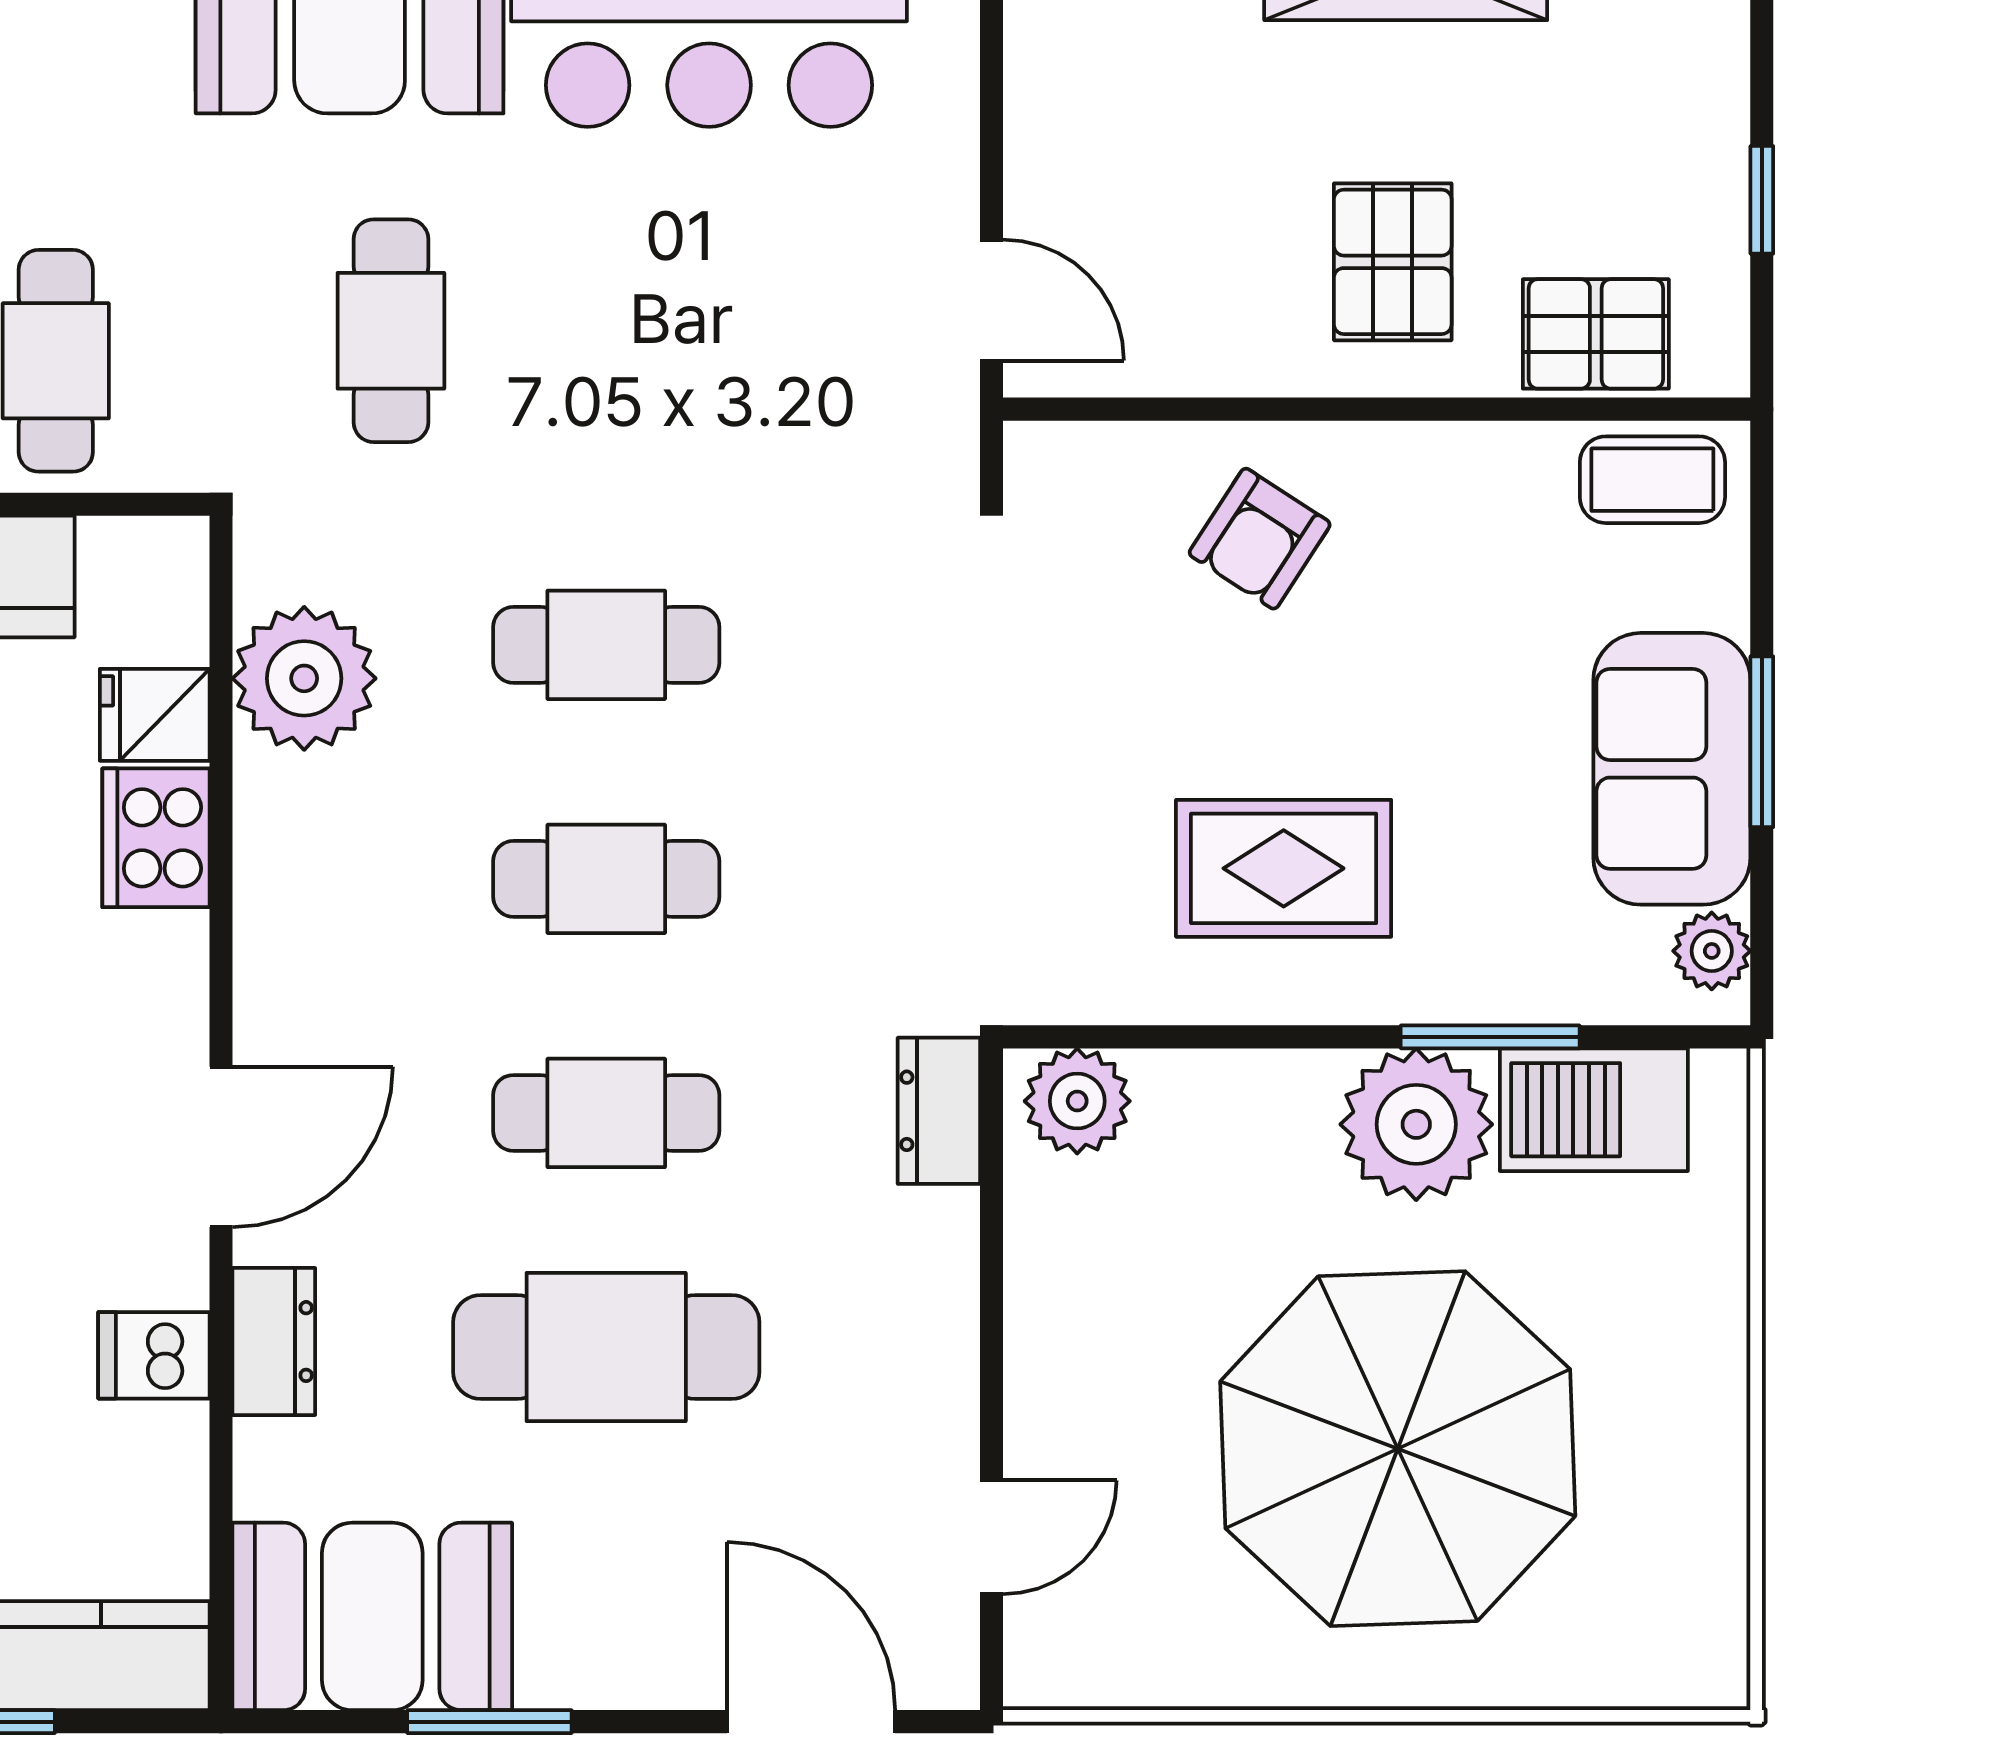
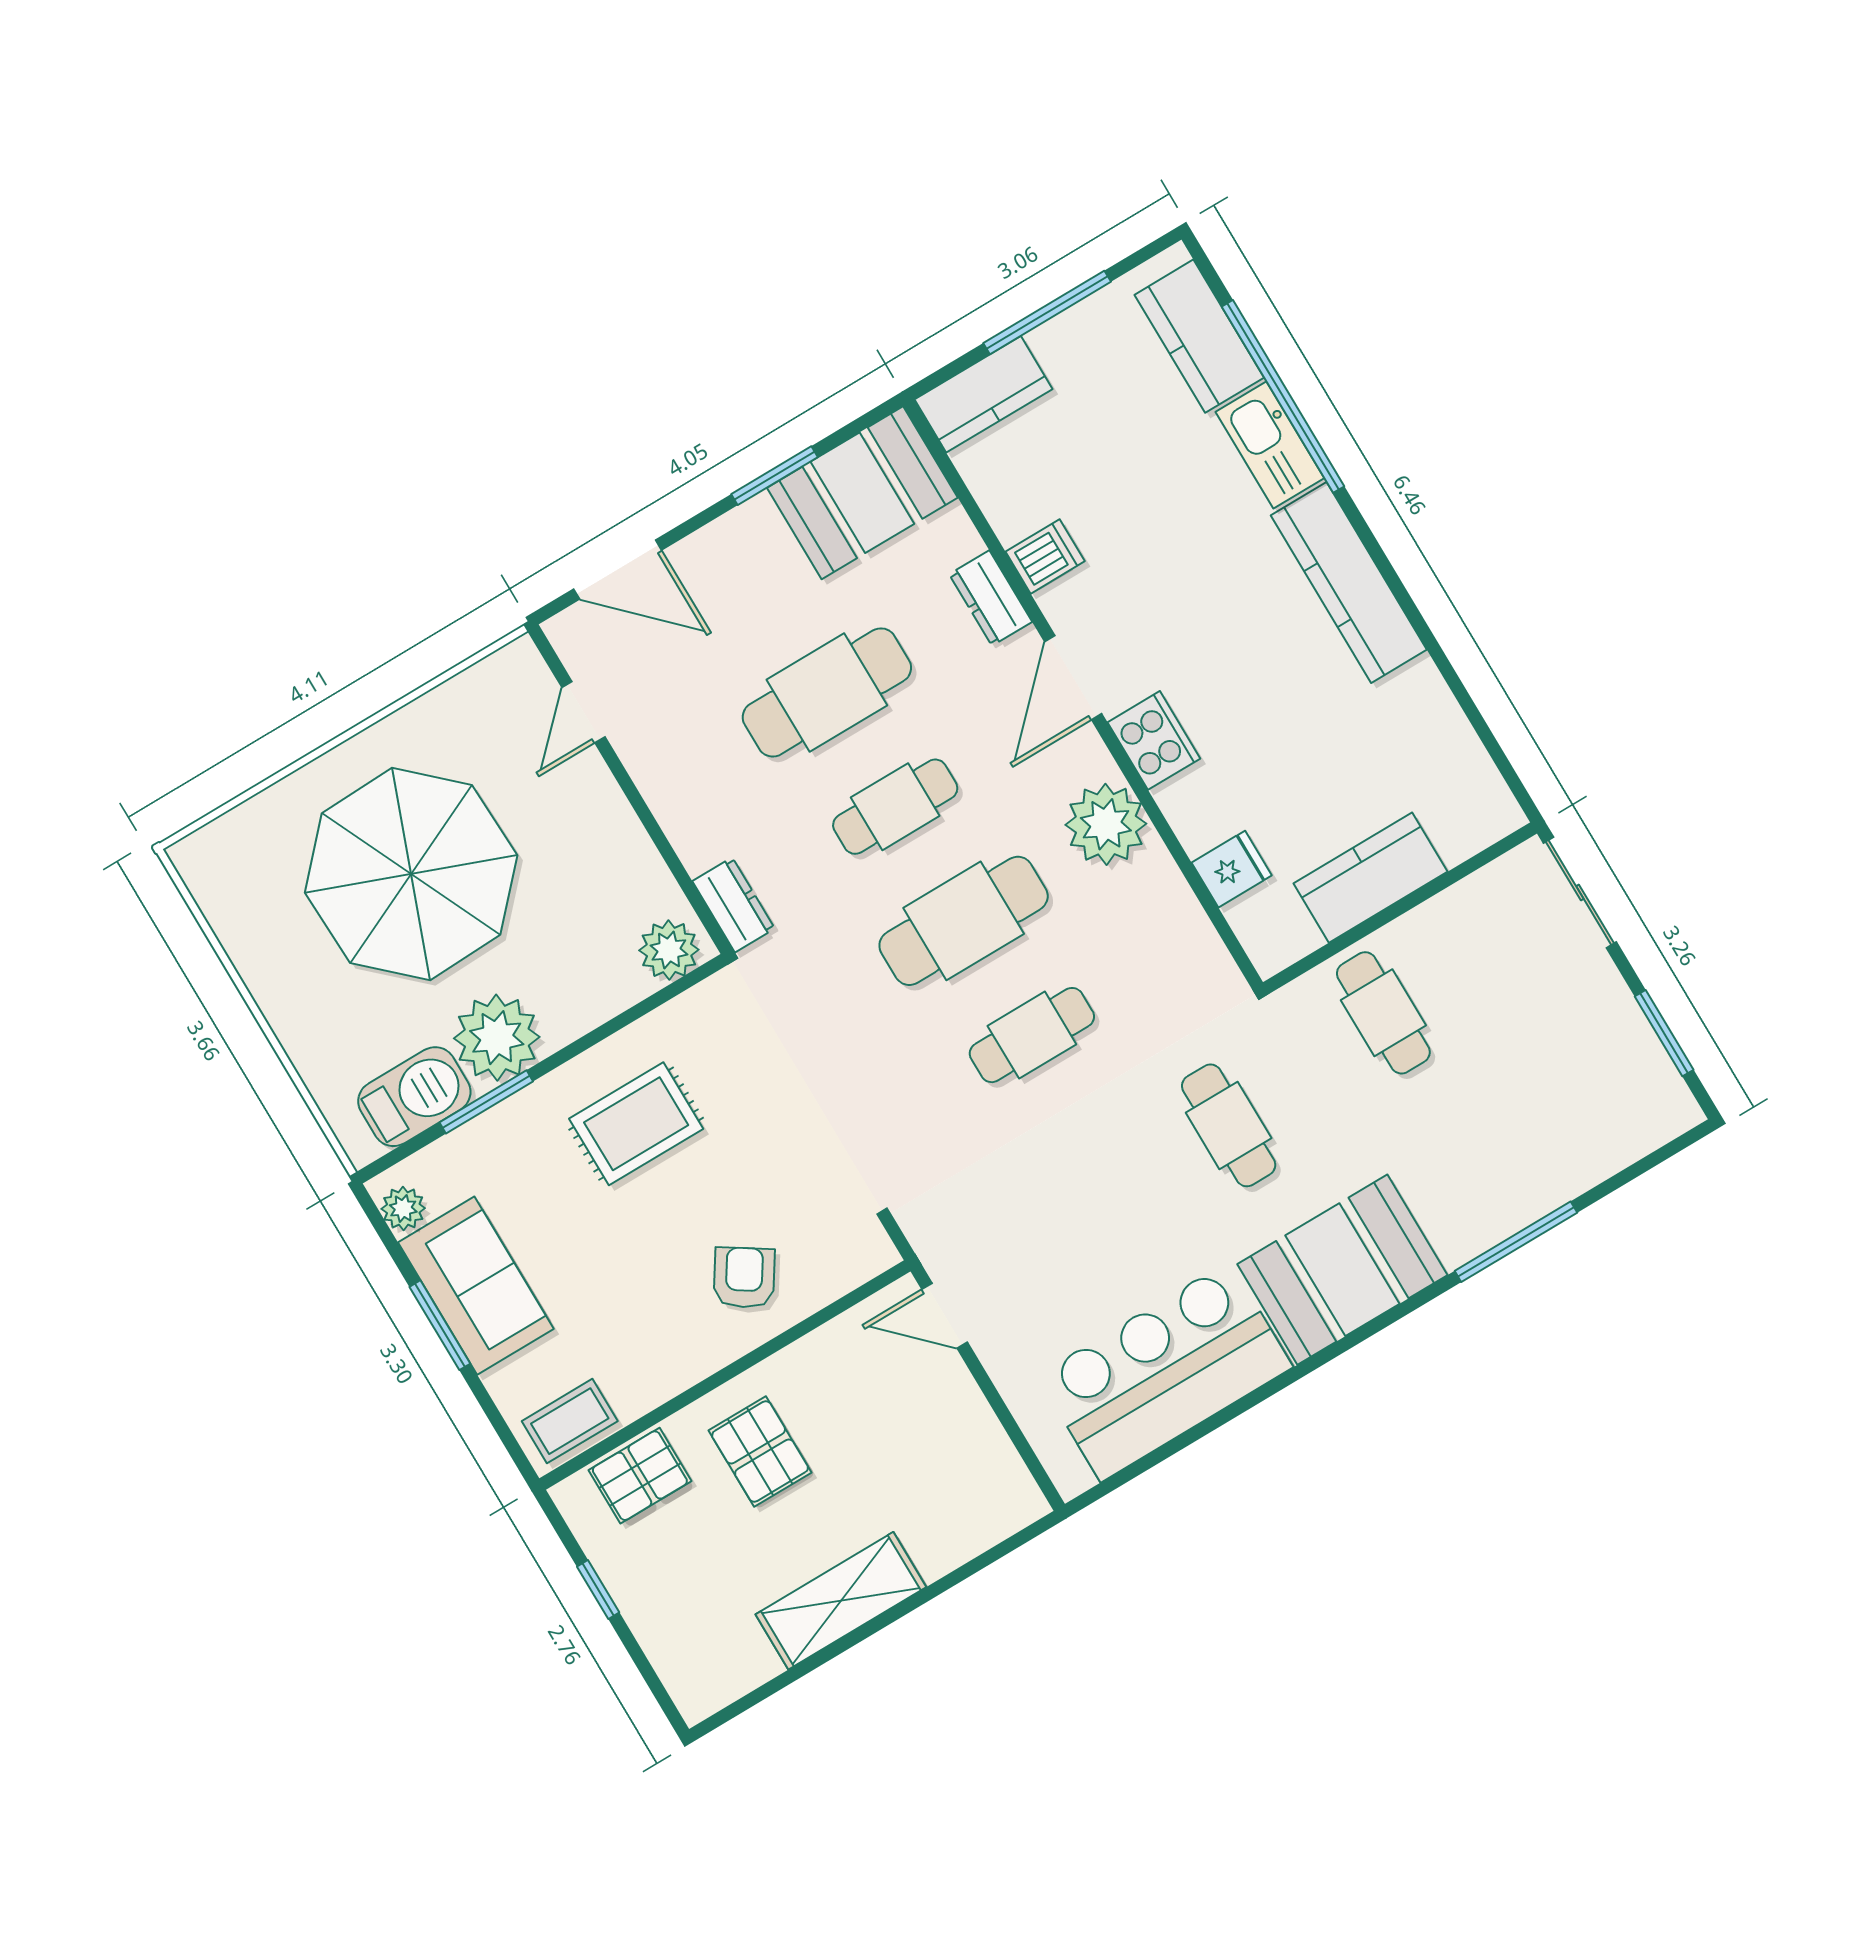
plant: (304, 678) -> (1106, 824), moved
cooker: (156, 838) -> (1154, 740), moved
cafe table: (606, 879) -> (964, 921), width x1.37, depth x1.35

